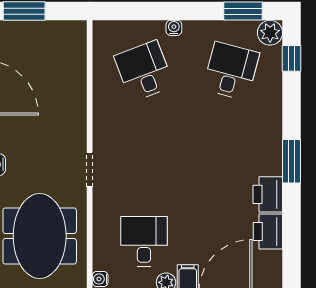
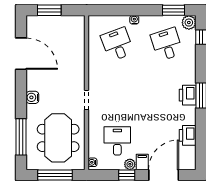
desk: (231, 71) -> (167, 44), turned -33
printer: (268, 194) -> (188, 95), moved

